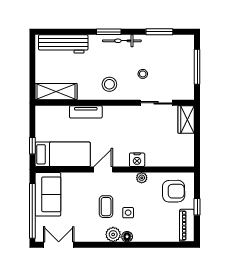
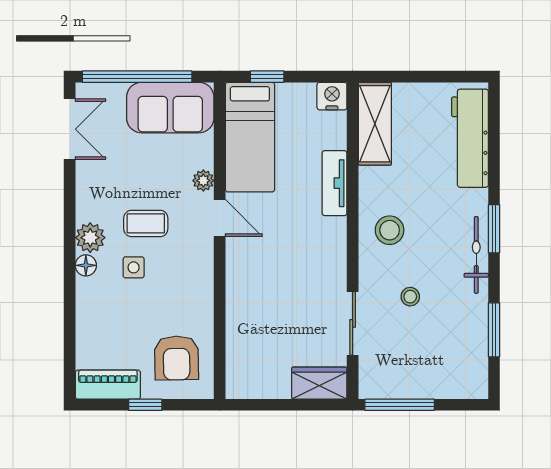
window: (197, 67) -> (400, 405), moved
nightstand: (137, 160) -> (332, 96), moved, turned 90
plant: (142, 178) -> (203, 181), moved

